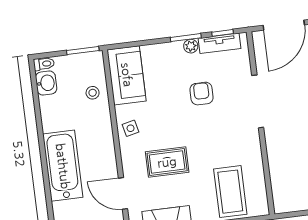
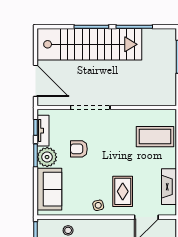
plant: (191, 46) -> (47, 157), width x1.88, depth x1.88
sofa: (127, 75) -> (49, 189), moved, turned 90
rug: (167, 162) -> (123, 191), moved

